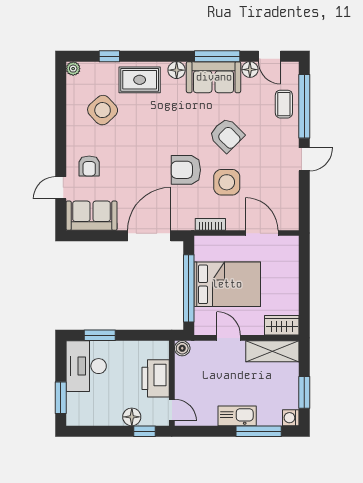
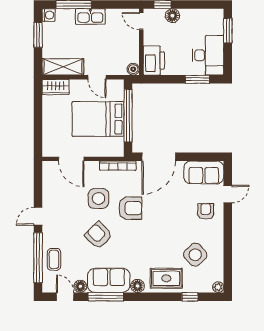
bookcase: (210, 224) -> (118, 166), width x1.56
printer: (156, 378) -> (154, 61), moved

